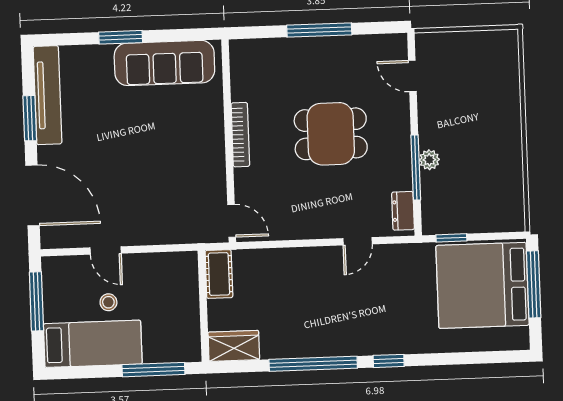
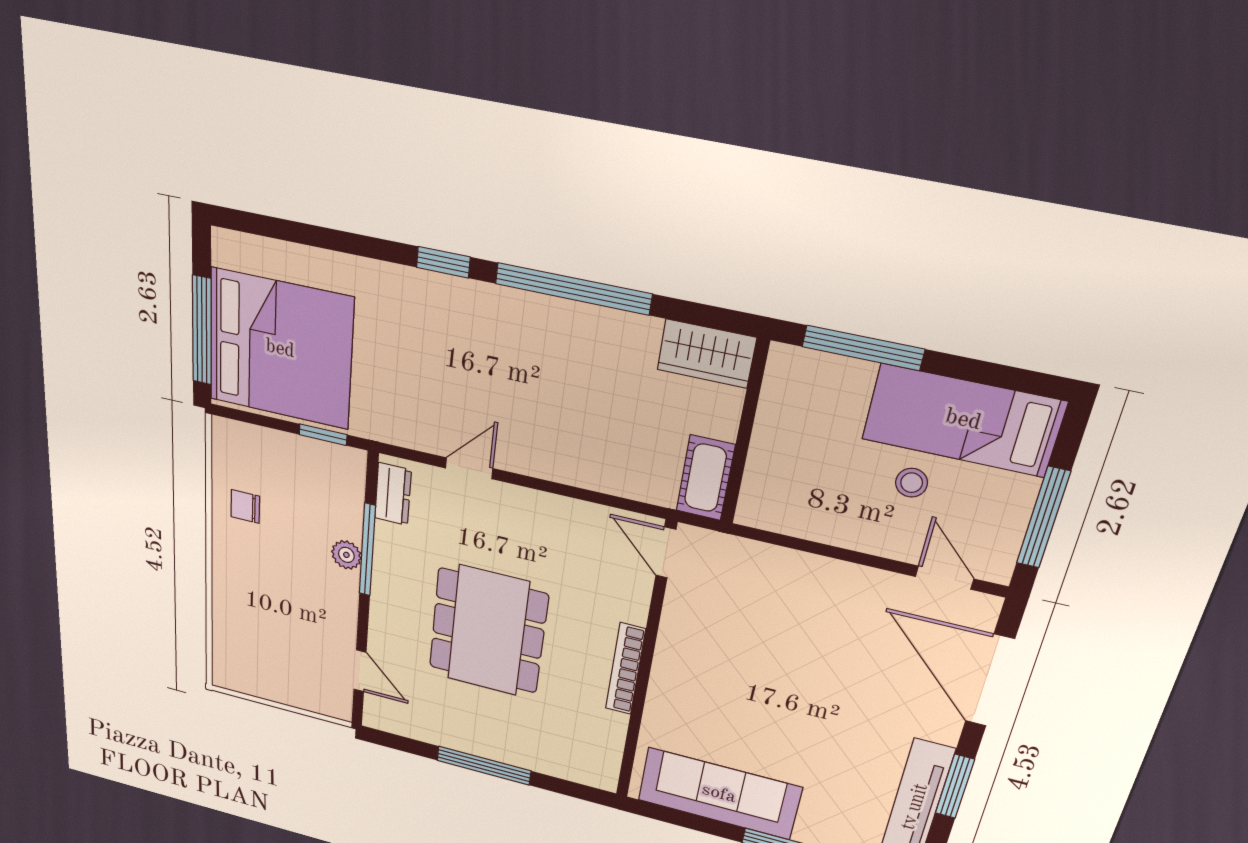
dining table: (331, 134) -> (488, 631), width x1.38
chair: (500, 174) -> (245, 507), added
door: (106, 251) -> (944, 578), moved

